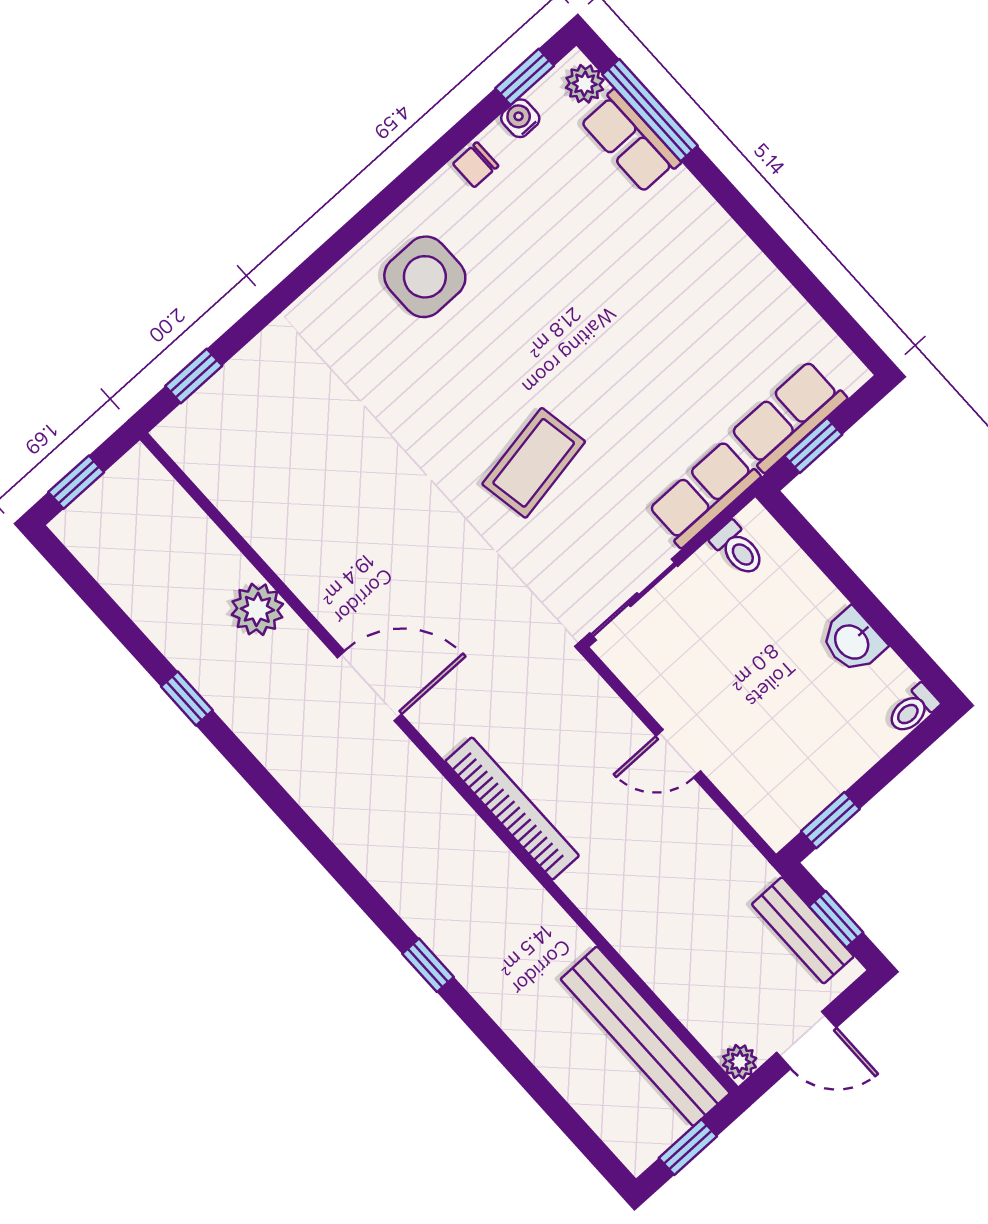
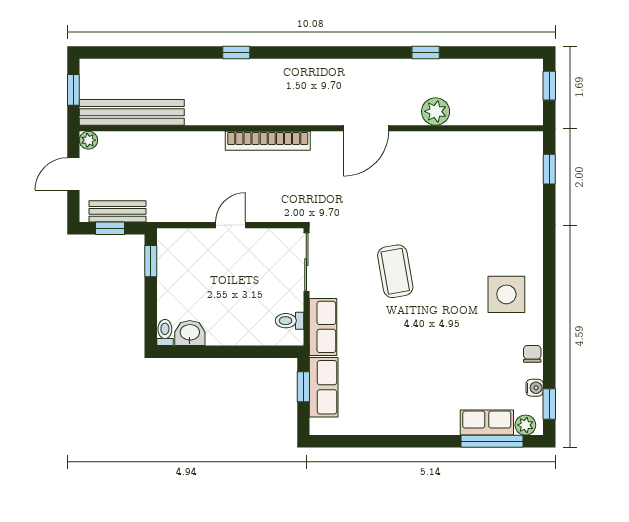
washbasin: (853, 641) -> (190, 333), moved

